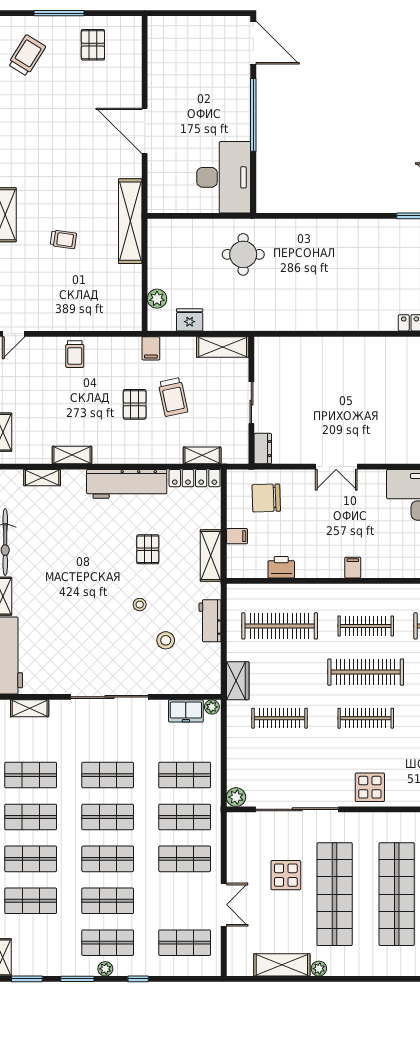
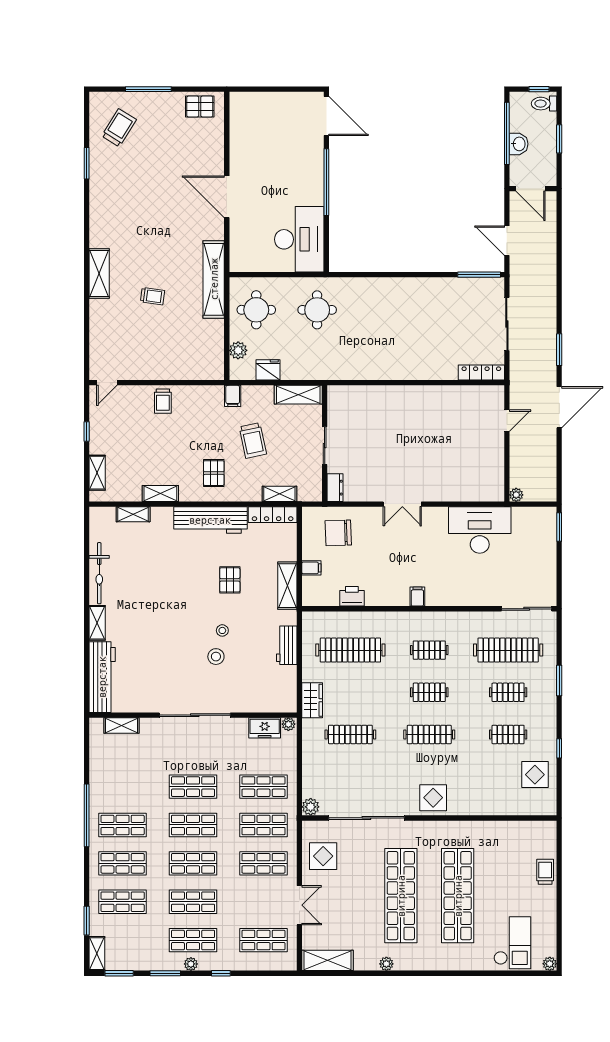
pallet: (93, 45) -> (200, 107), moved, turned 90
round table: (177, 254) -> (256, 310), added
pallet: (135, 404) -> (214, 473), moved
clothes rail: (366, 626) -> (429, 650), width x0.73
stool: (166, 640) -> (216, 657), moved
clothes rail: (366, 672) -> (429, 692), width x0.54, depth x0.76
shop shelf: (31, 775) -> (123, 787), removed
display table: (286, 875) -> (323, 856), moved
shelving: (282, 965) -> (328, 960), moved

